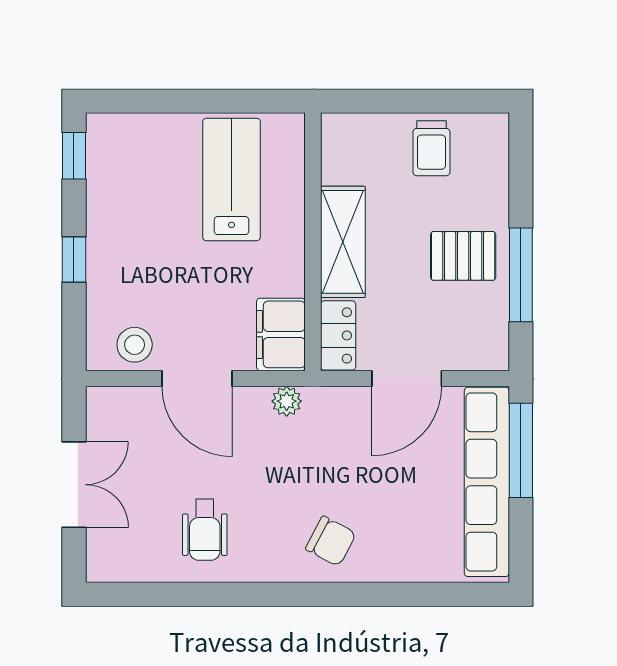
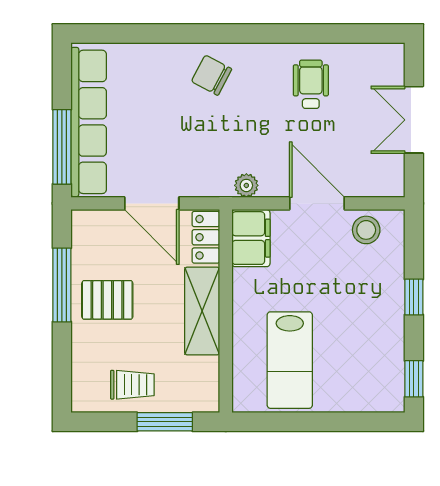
window: (390, 101) -> (165, 422), added
trolley: (431, 148) -> (132, 385), turned 90
door: (407, 378) -> (152, 203), swing flipped

